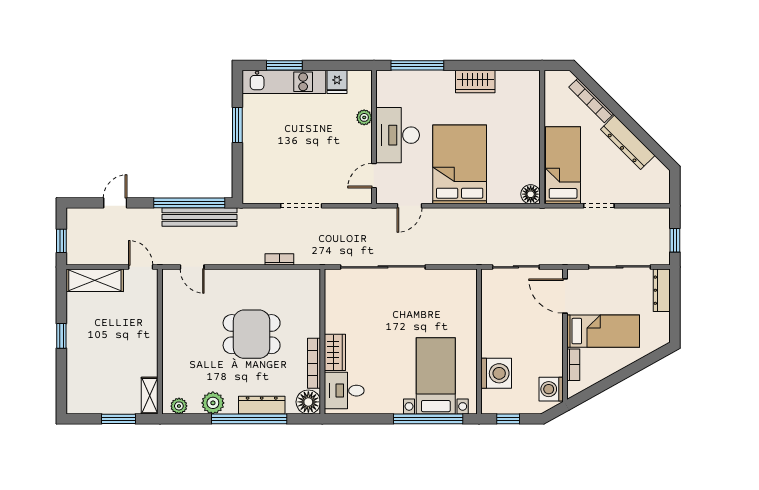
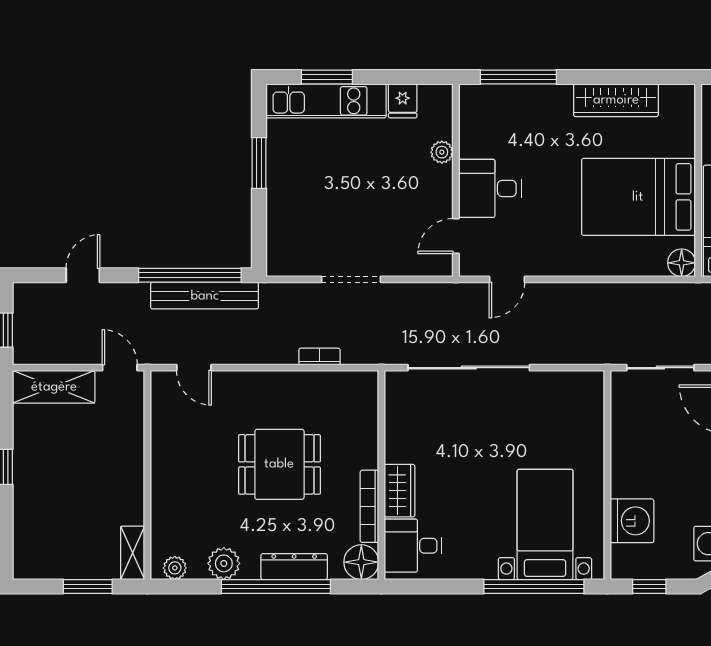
wardrobe: (475, 81) -> (616, 100), width x1.50
desk: (398, 135) -> (490, 188), width x0.73
bed: (460, 164) -> (638, 197), moved, turned -90

